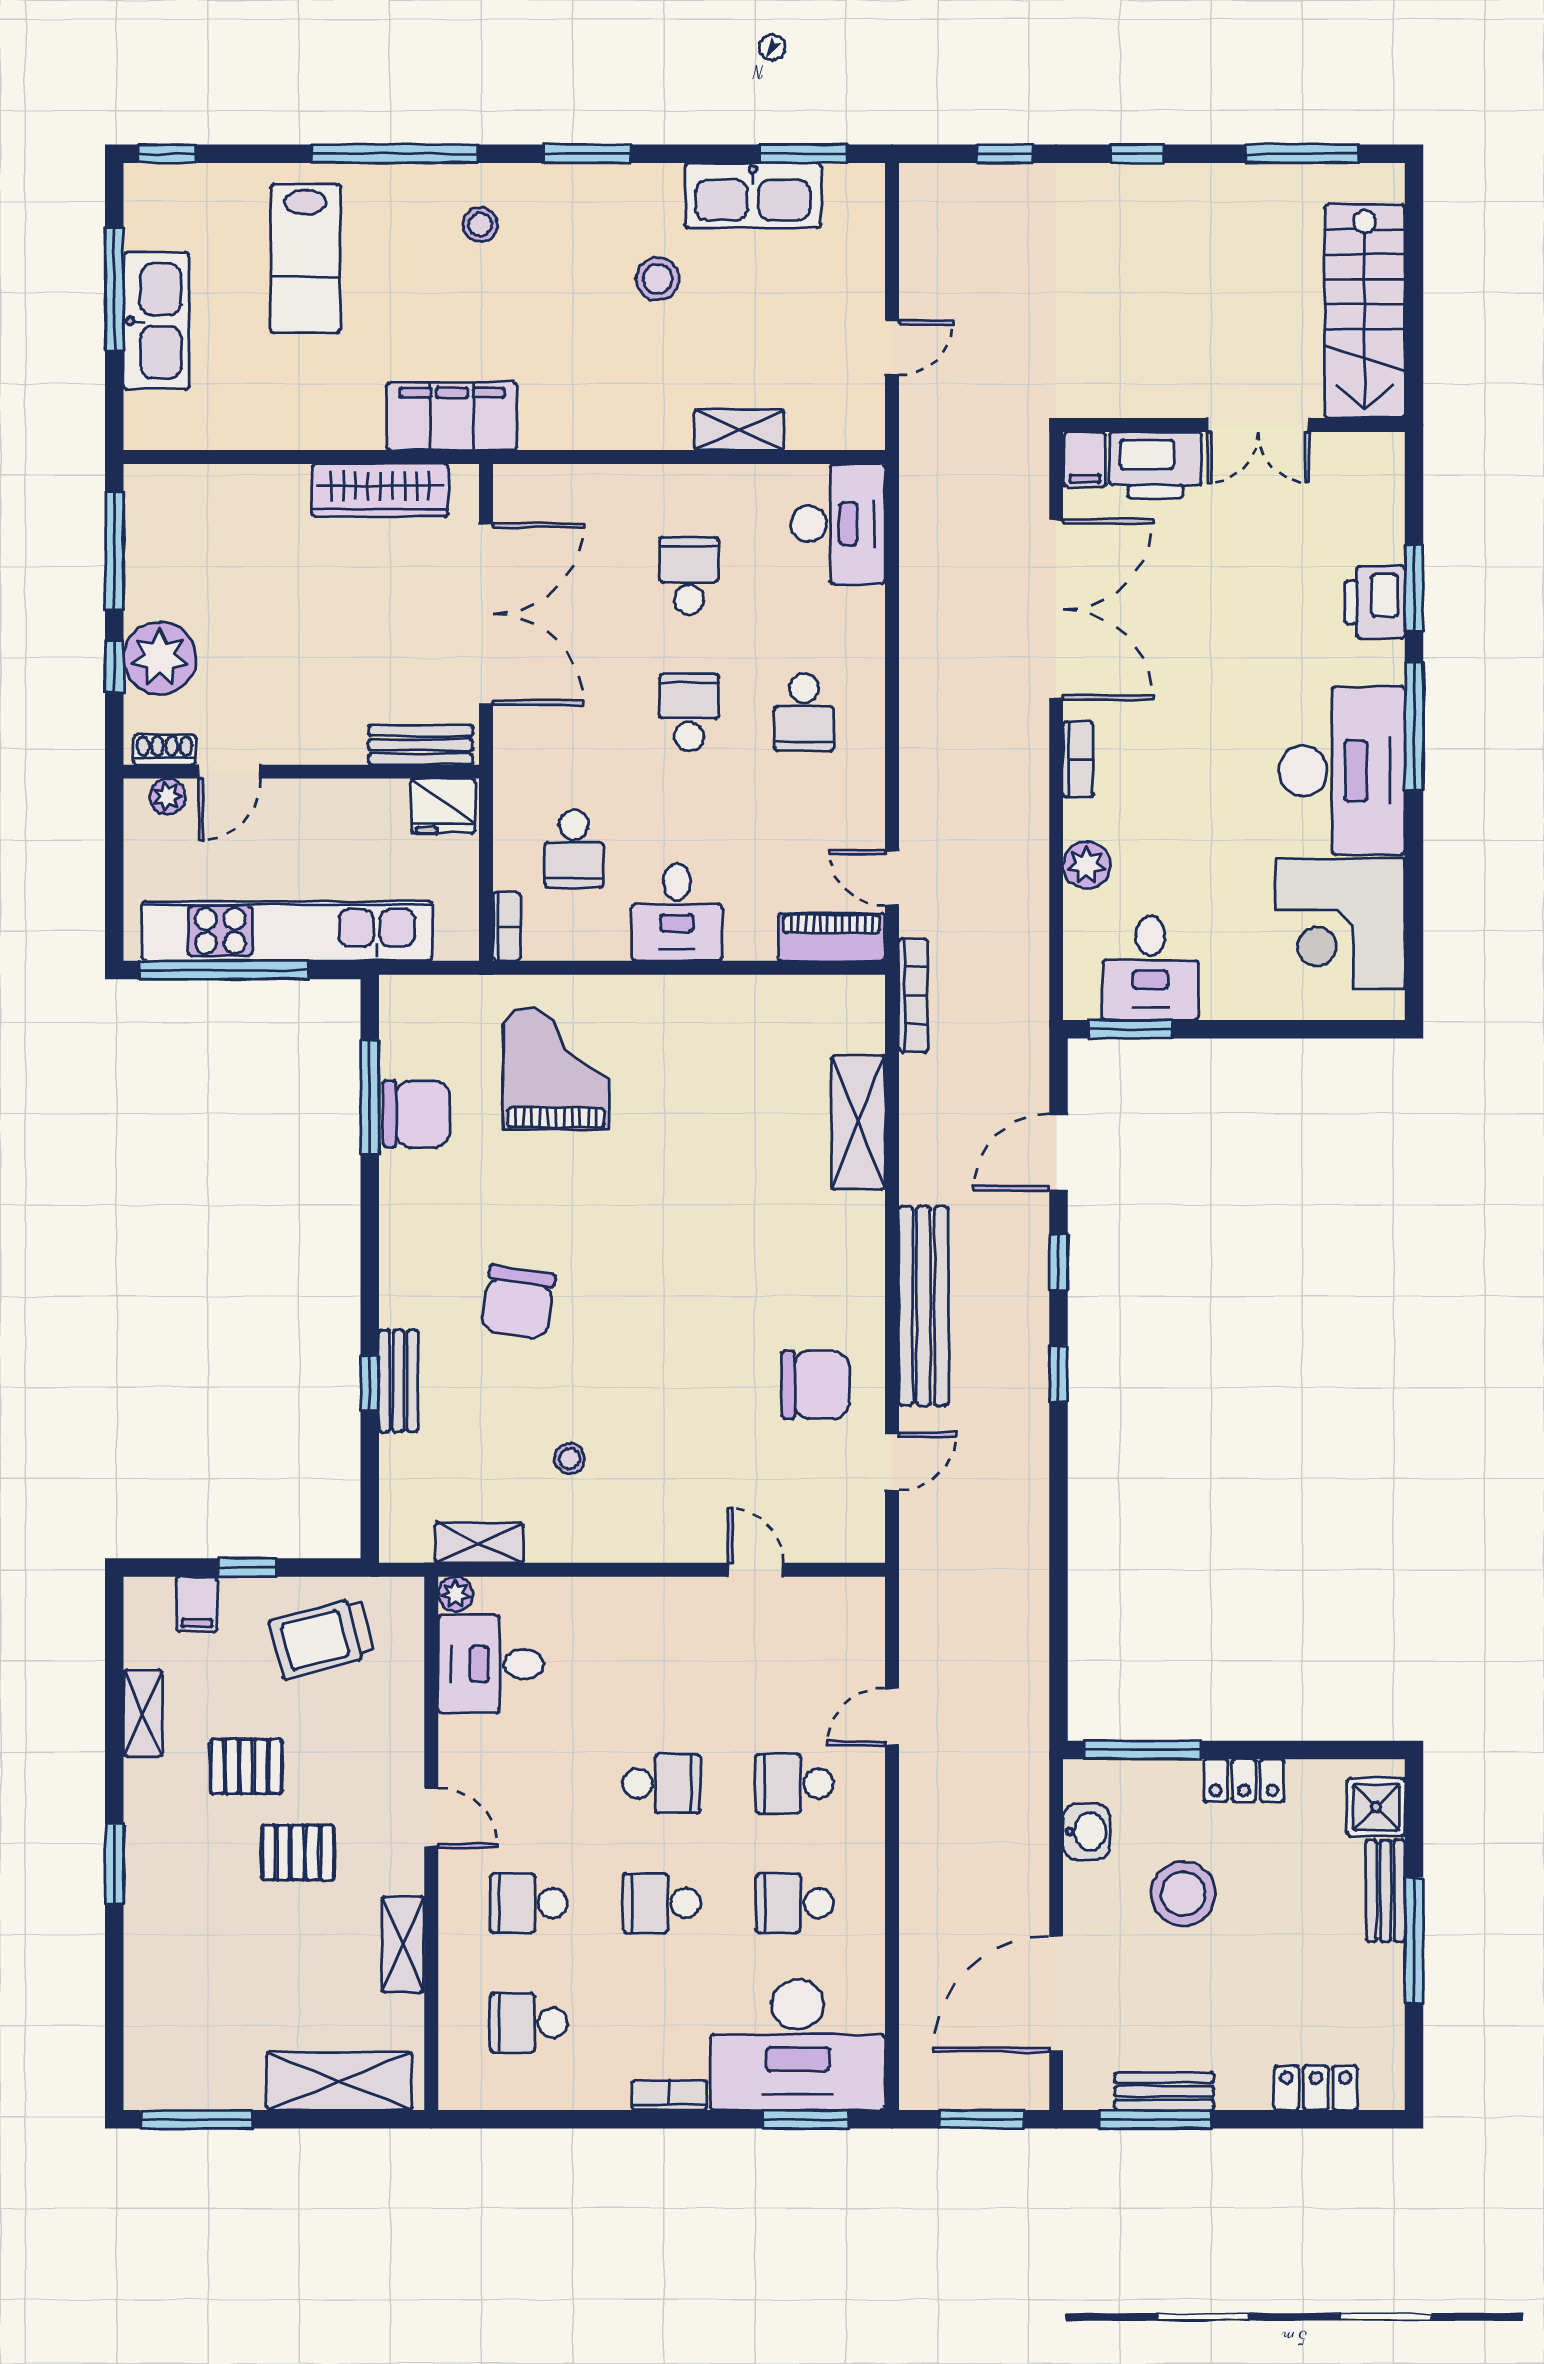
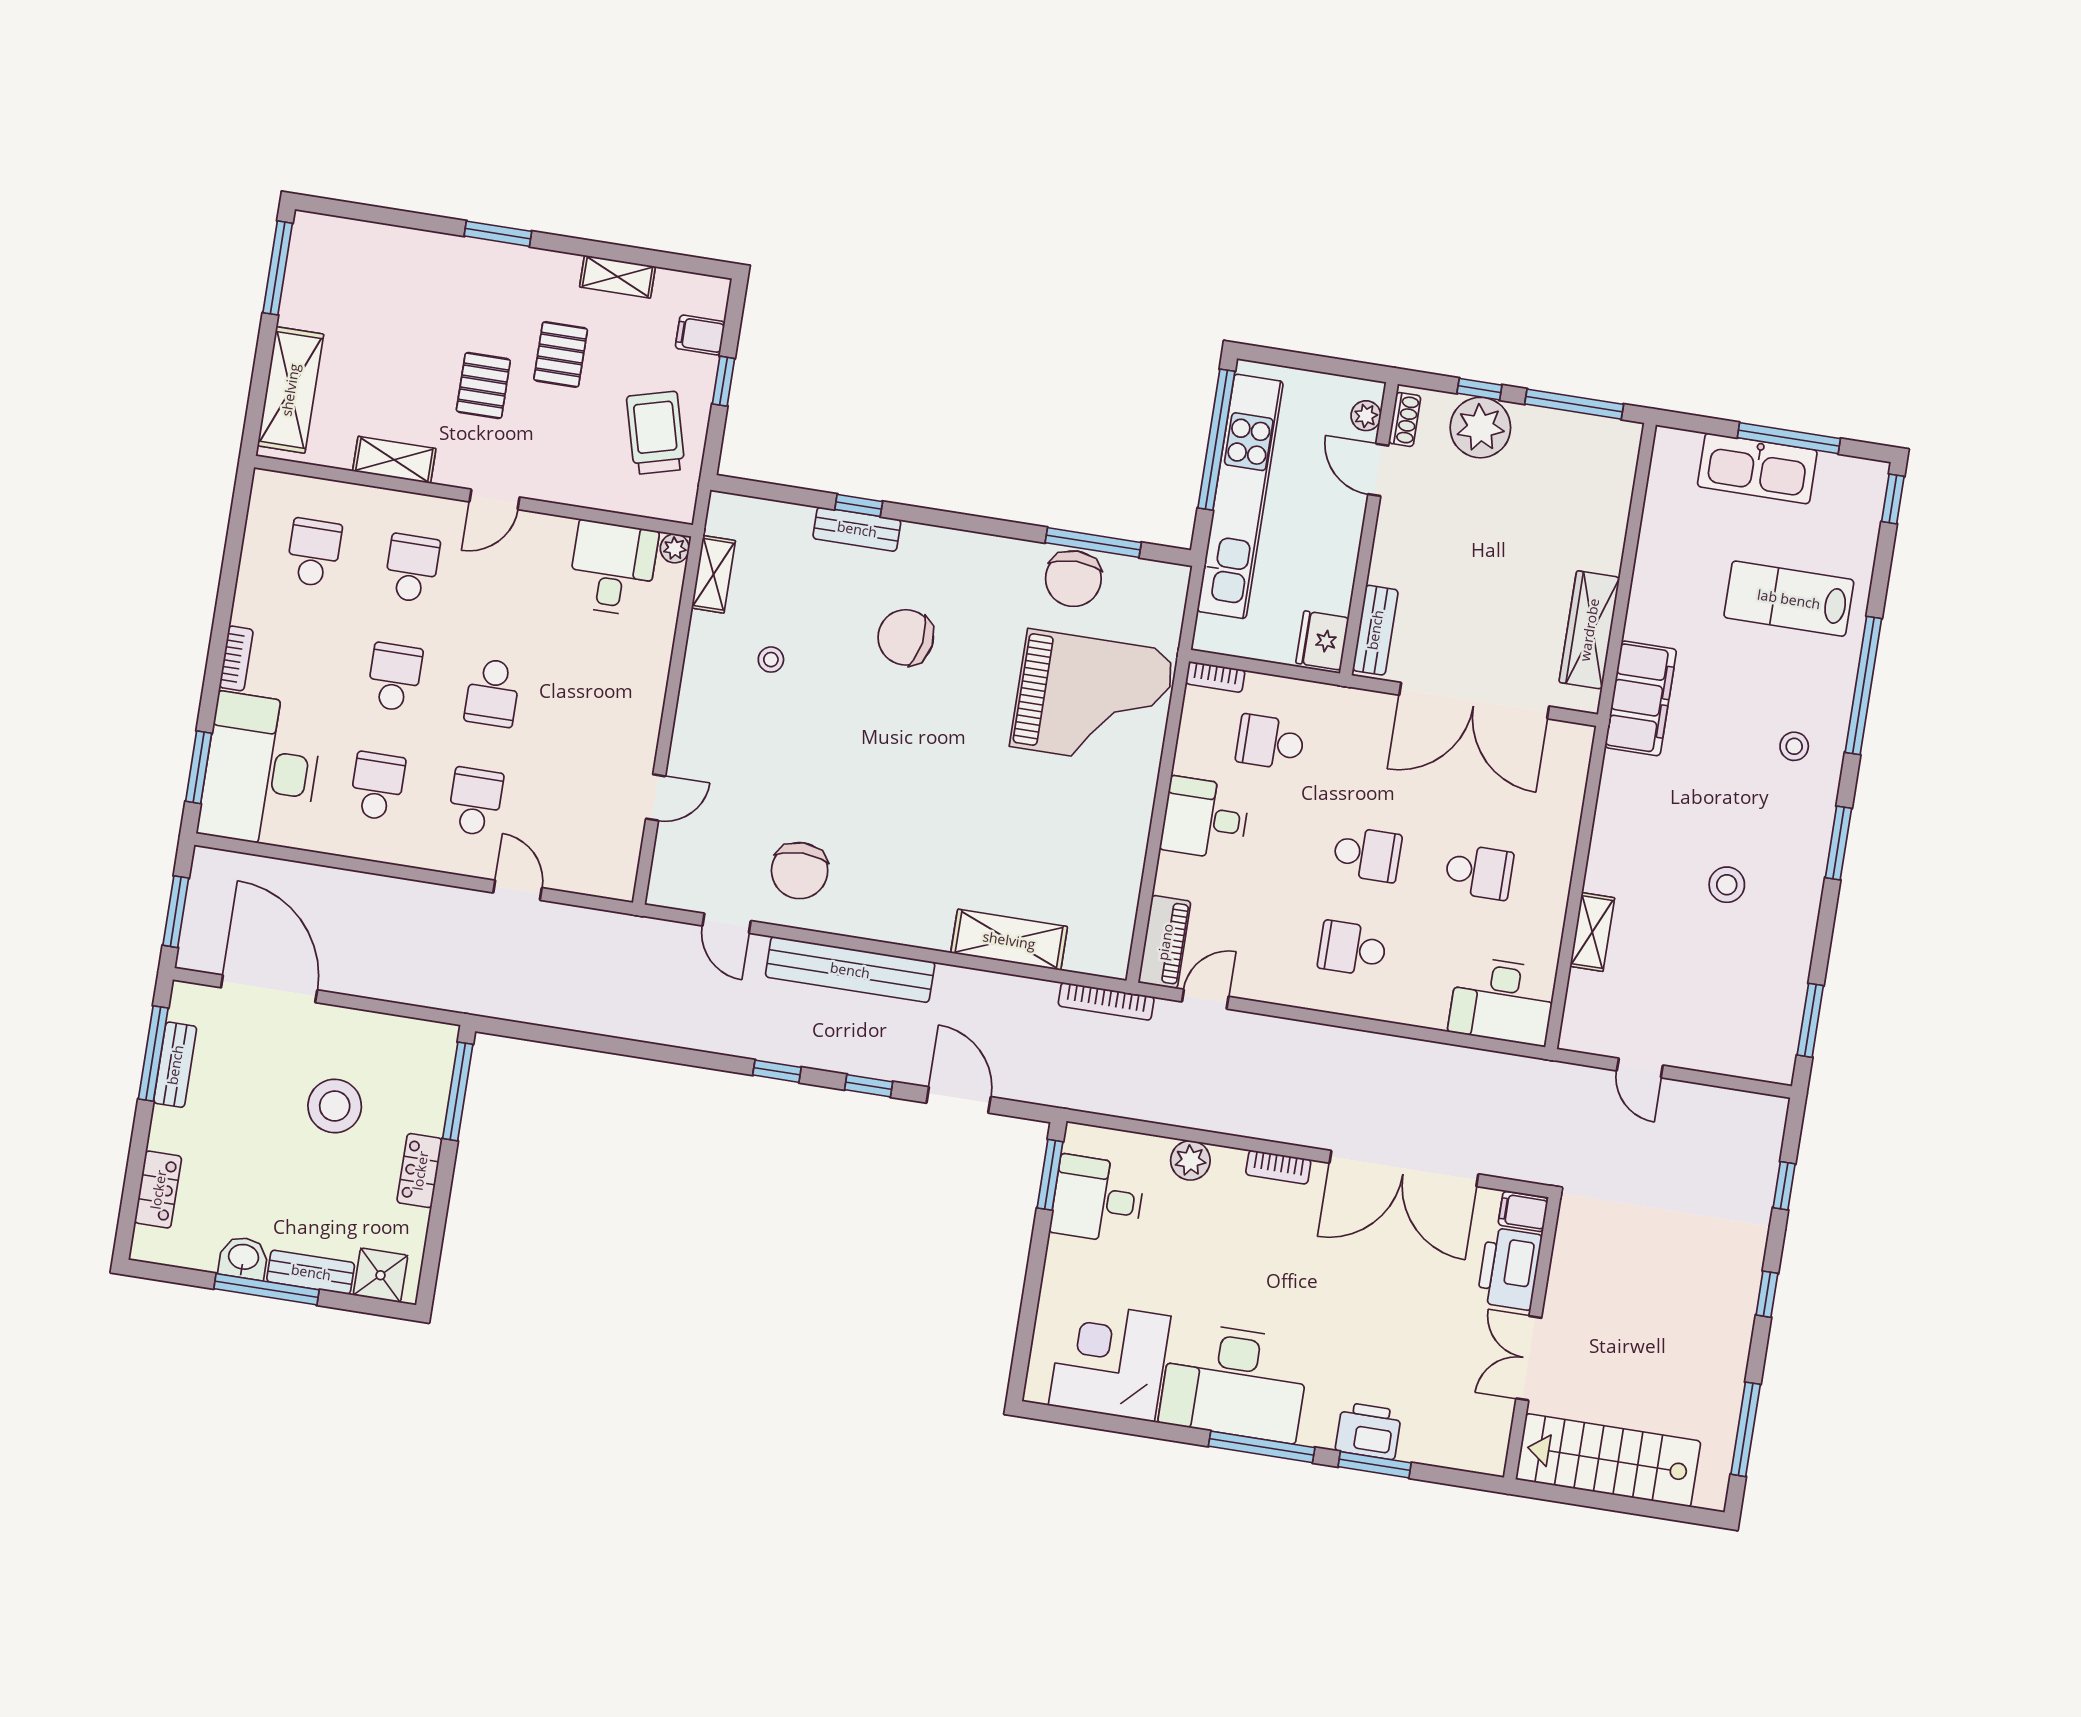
kitchen sink: (753, 195) -> (1783, 974), removed
grand piano: (556, 1069) -> (1092, 699), width x1.37, depth x1.48
washbasin: (1087, 1832) -> (243, 1258), moved, turned 180

